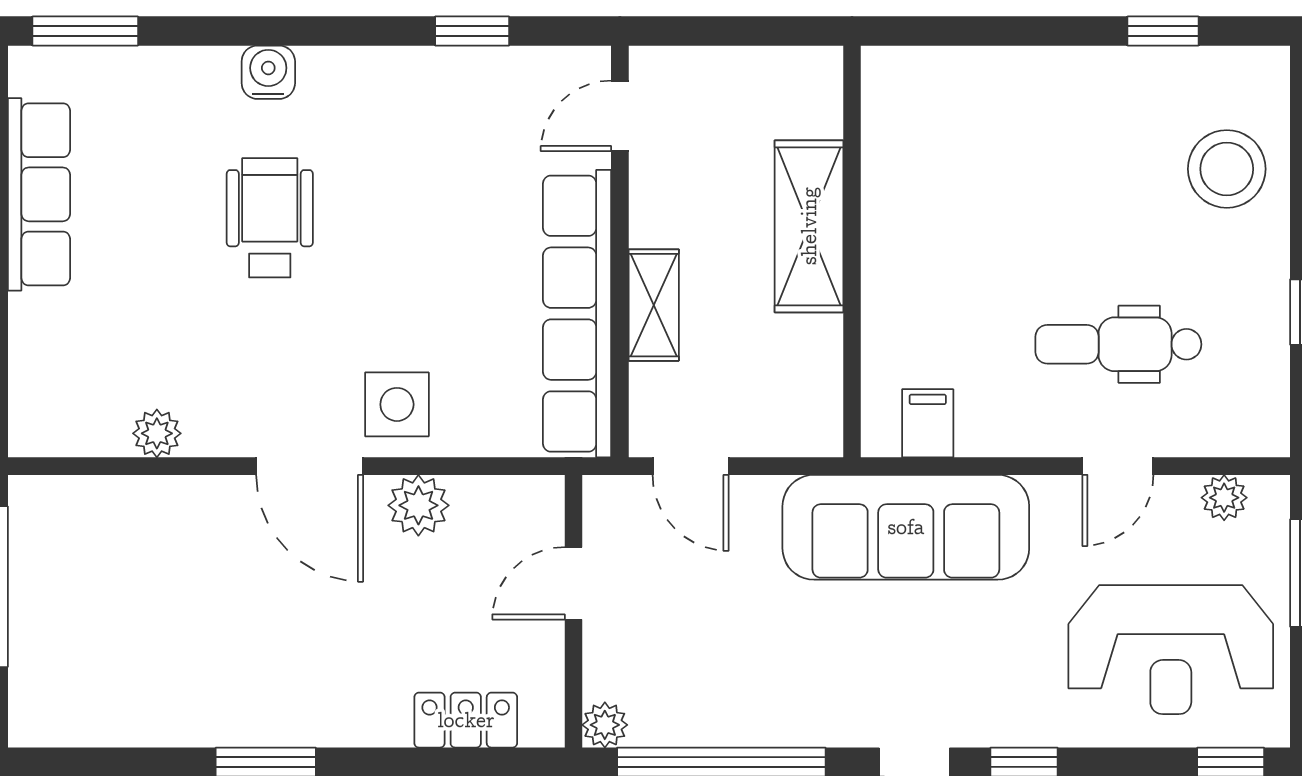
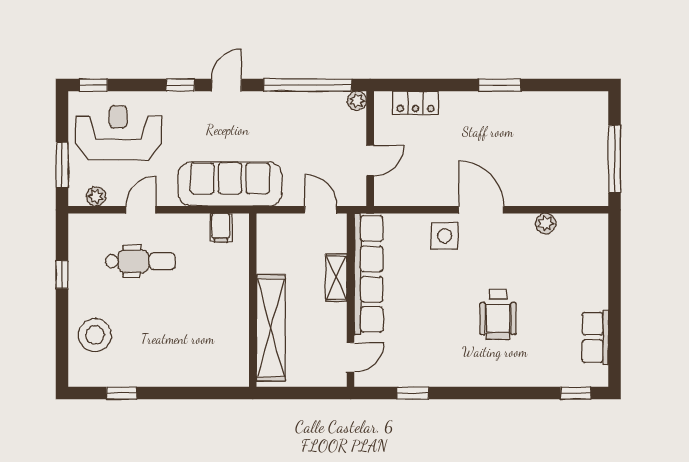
window: (85, 31) -> (576, 393), width x0.67
water cooler: (268, 72) -> (499, 376), removed
row of seats: (39, 194) -> (595, 337), width x0.68
shelving: (809, 226) -> (271, 328), width x1.47
plant: (418, 505) -> (435, 193), removed

